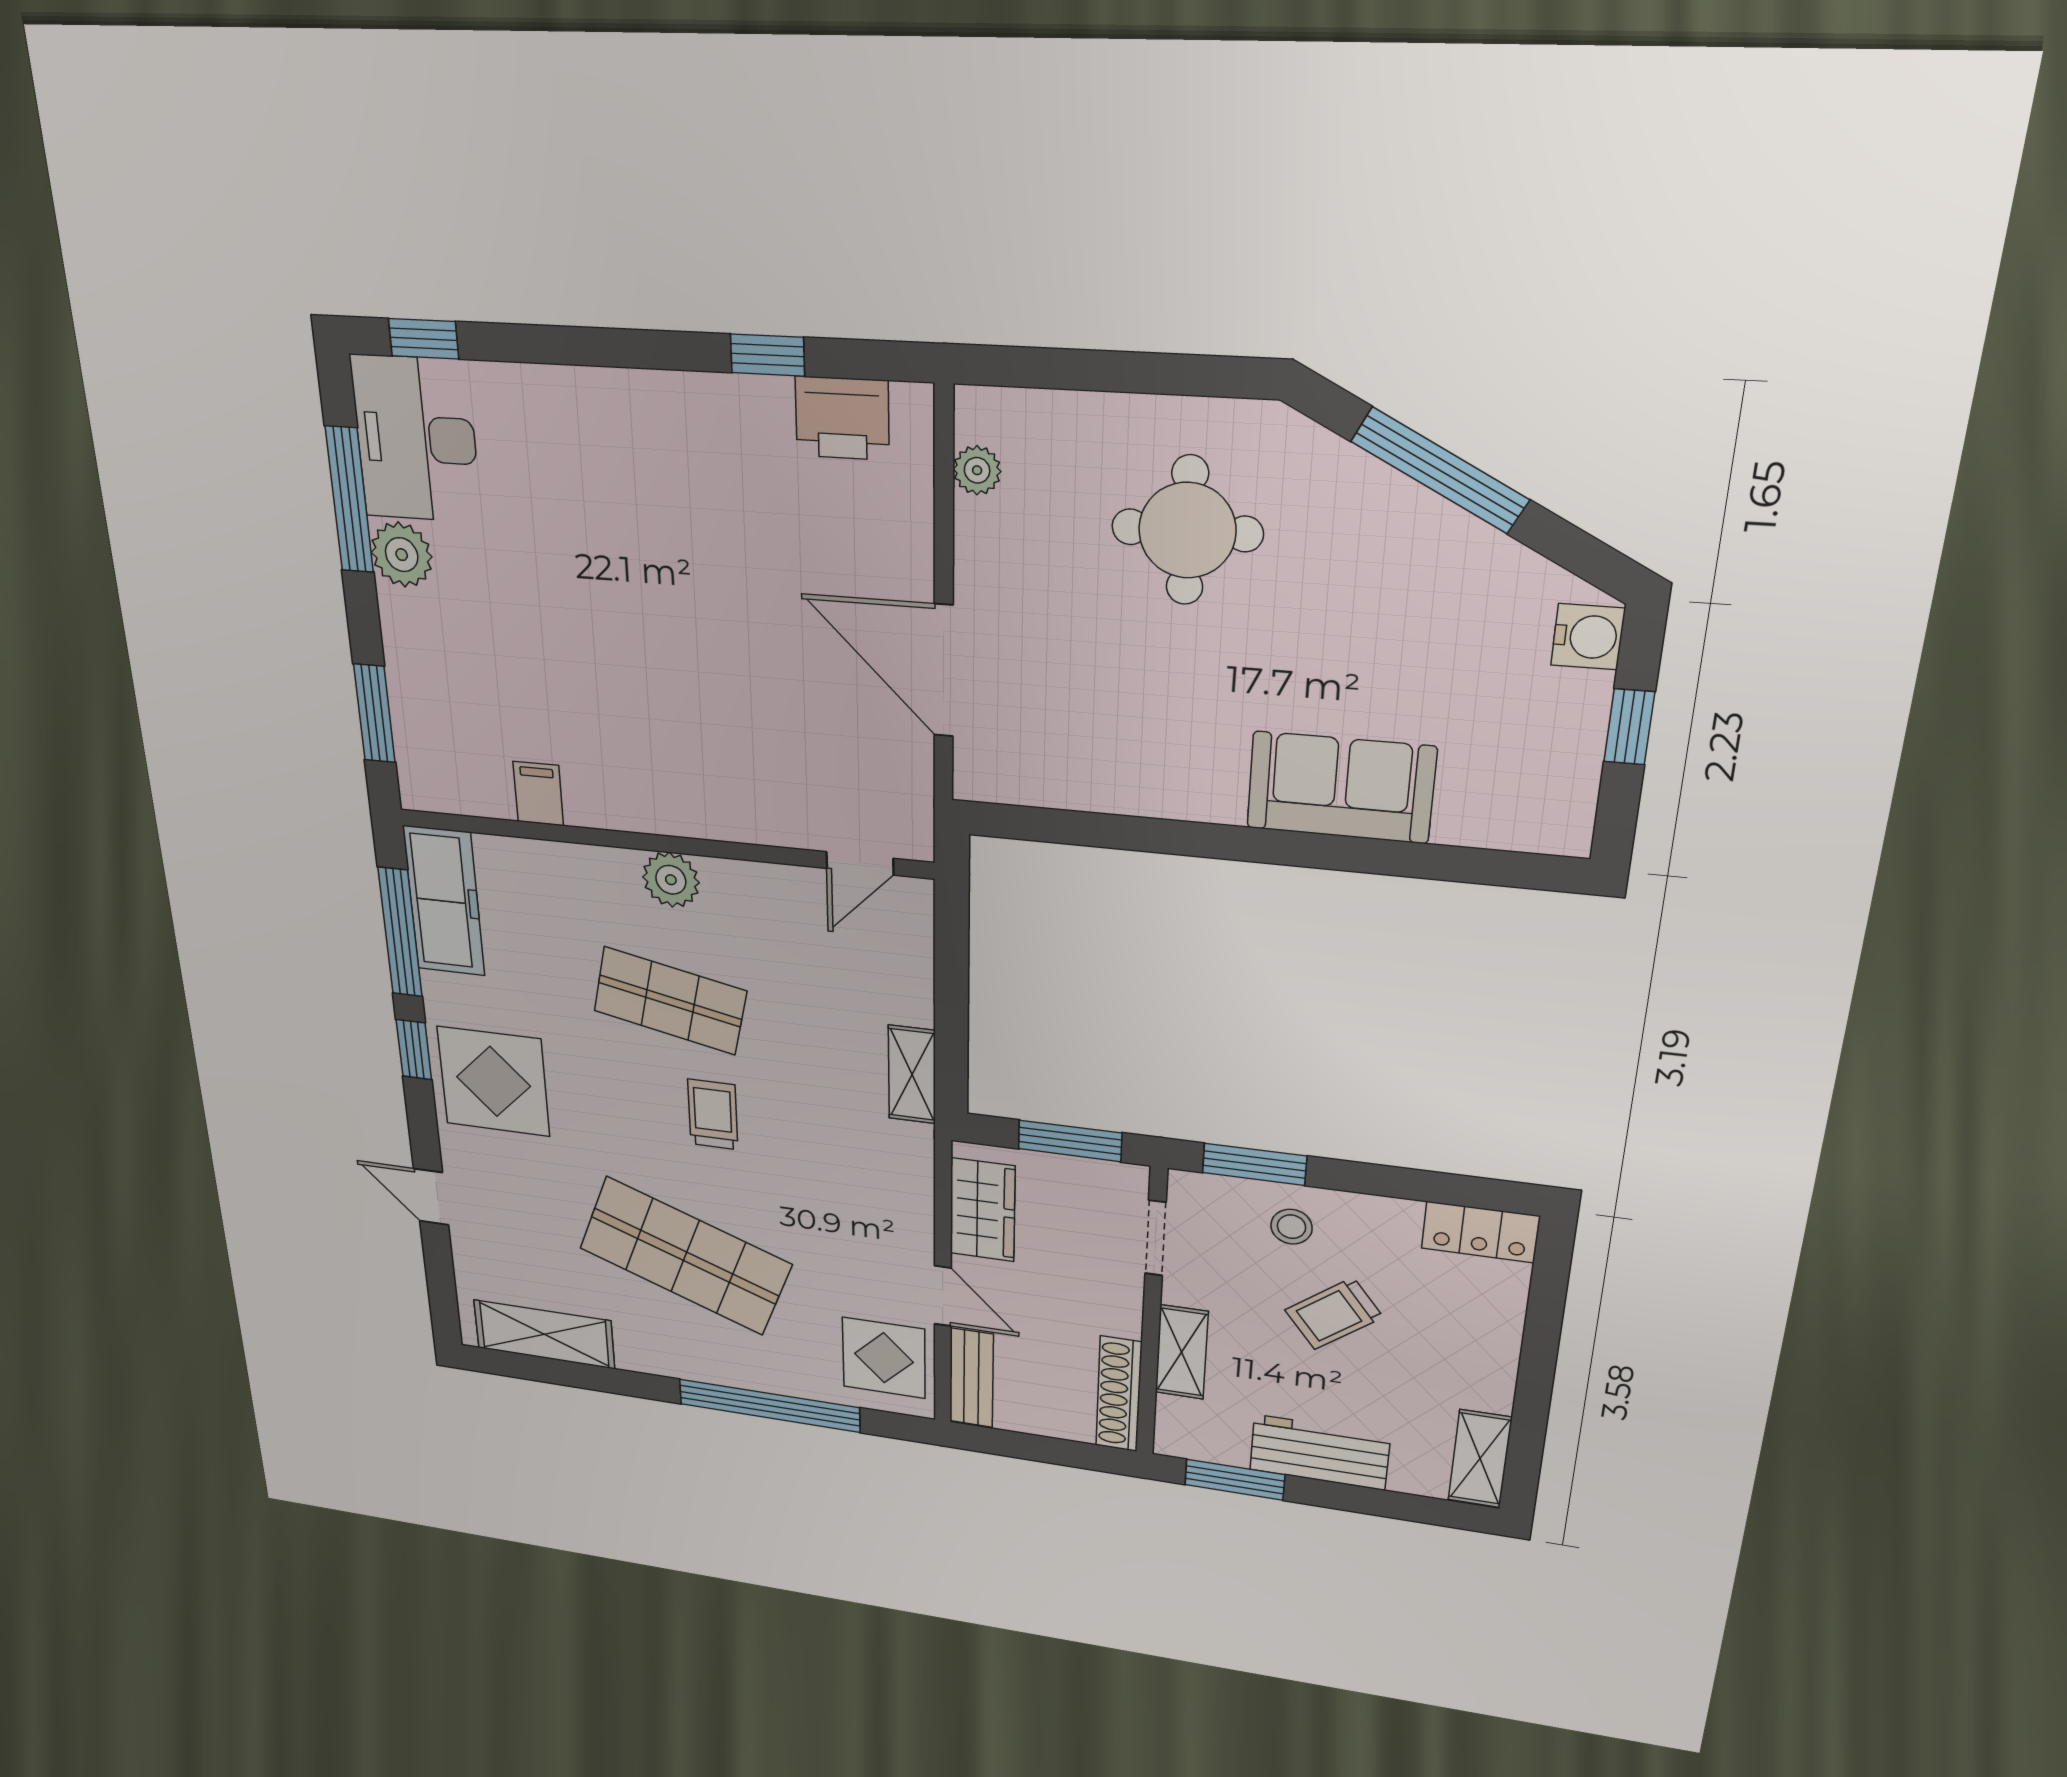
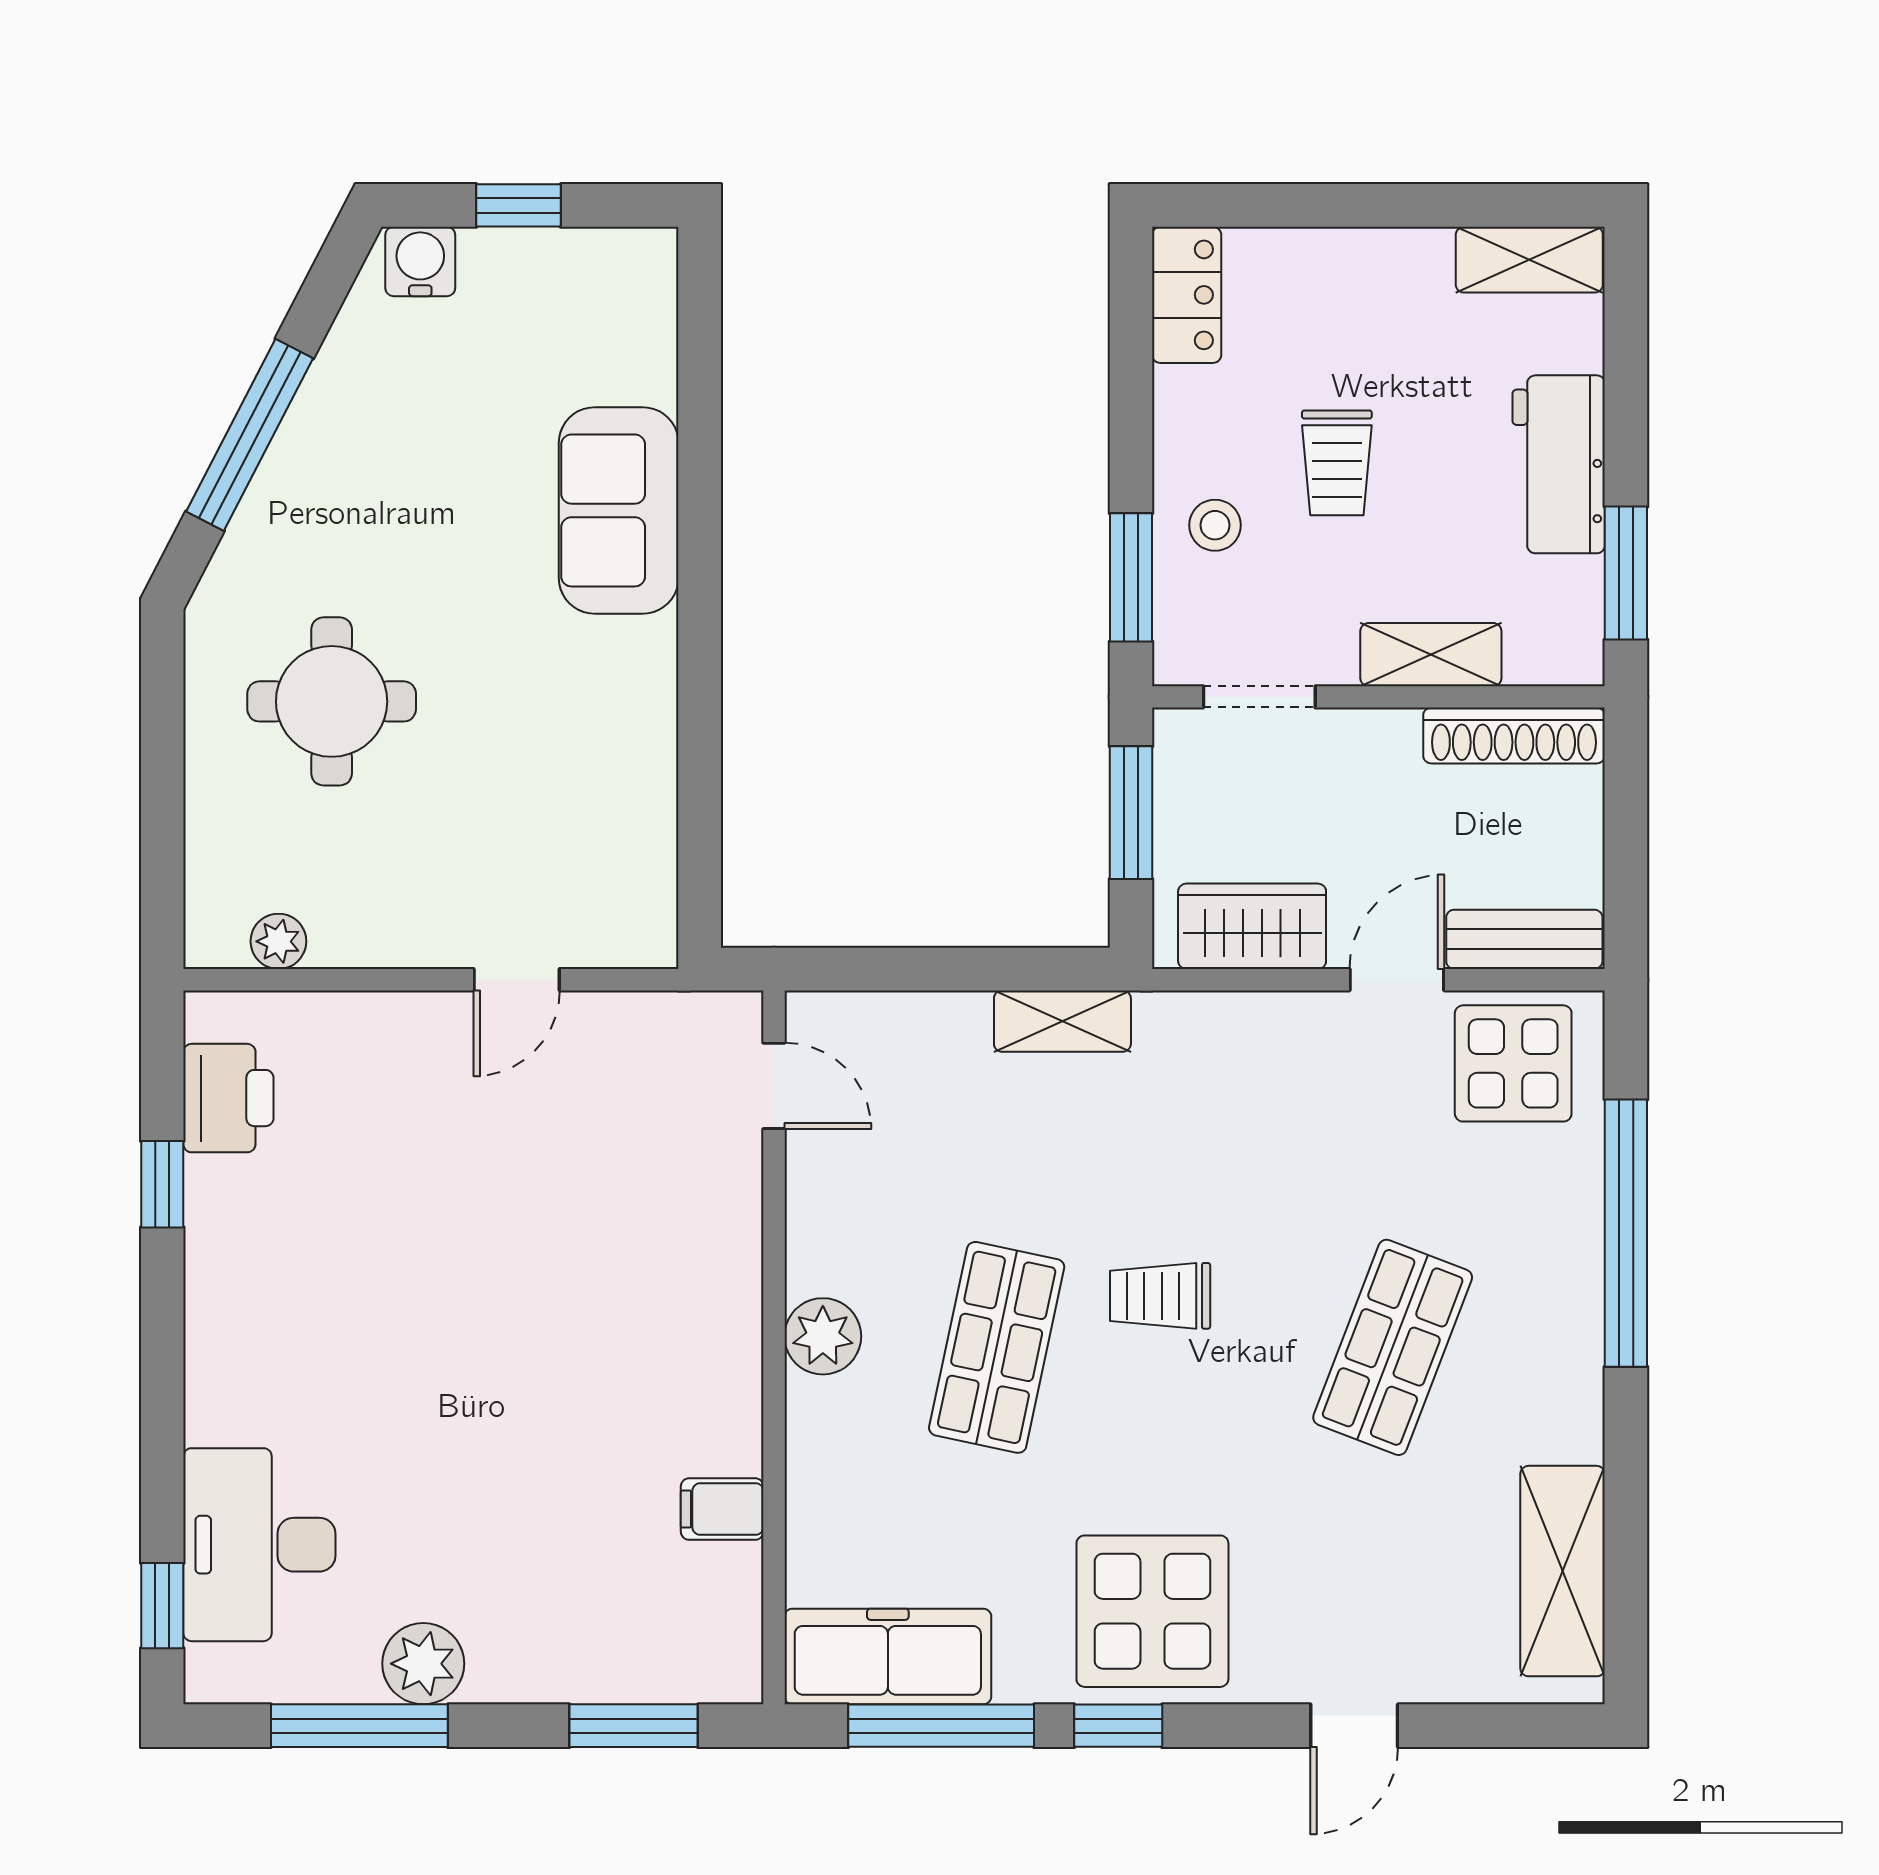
desk: (416, 439) -> (259, 1545), moved, turned 90
door: (944, 671) -> (517, 980), width x0.53
shop shelf: (685, 1256) -> (1393, 1347), width x0.70, depth x0.74
trolley: (1334, 1314) -> (1337, 463), turned 38

